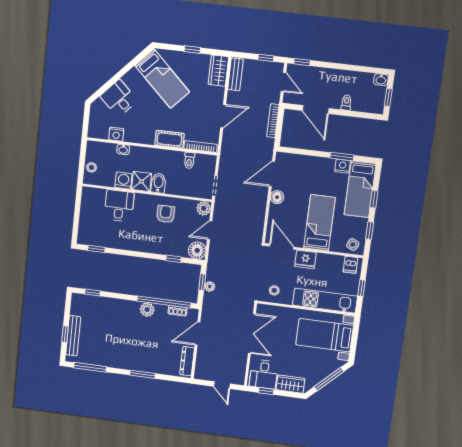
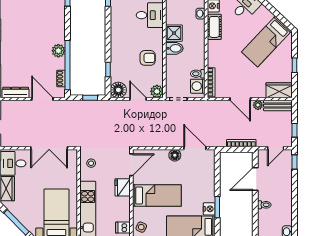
cot: (169, 139) -> (214, 27), moved
washing machine: (123, 181) -> (198, 86), moved, turned 180
plant: (210, 286) -> (258, 105), moved

